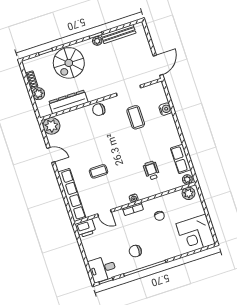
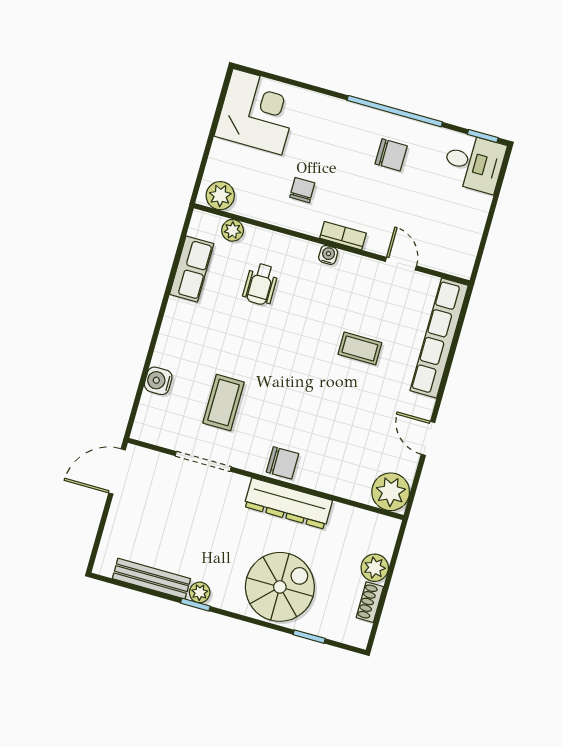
dresser: (68, 102) -> (288, 504), moved
plant: (187, 180) -> (233, 230), moved
printer: (86, 228) -> (455, 259), removed

